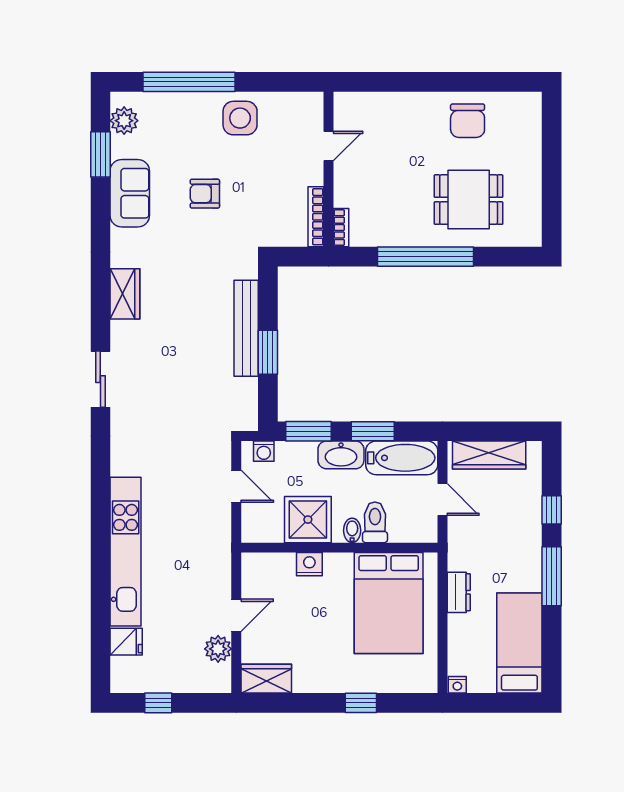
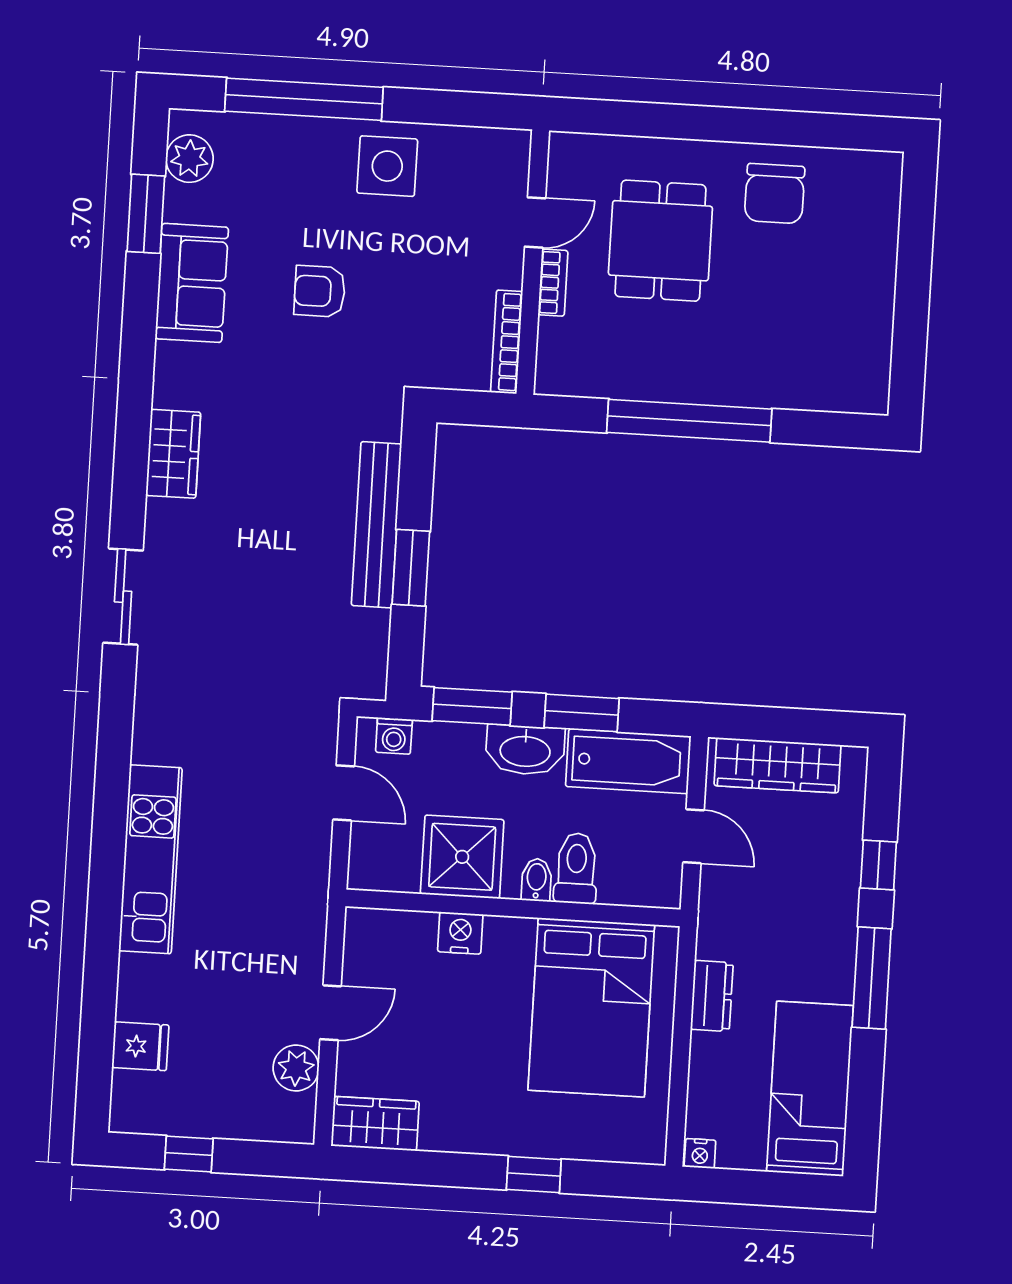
dining table: (469, 200) -> (660, 241), moved, turned 90
bookcase: (341, 228) -> (553, 283), moved
kitchen unit: (126, 552) -> (150, 859), width x0.73

